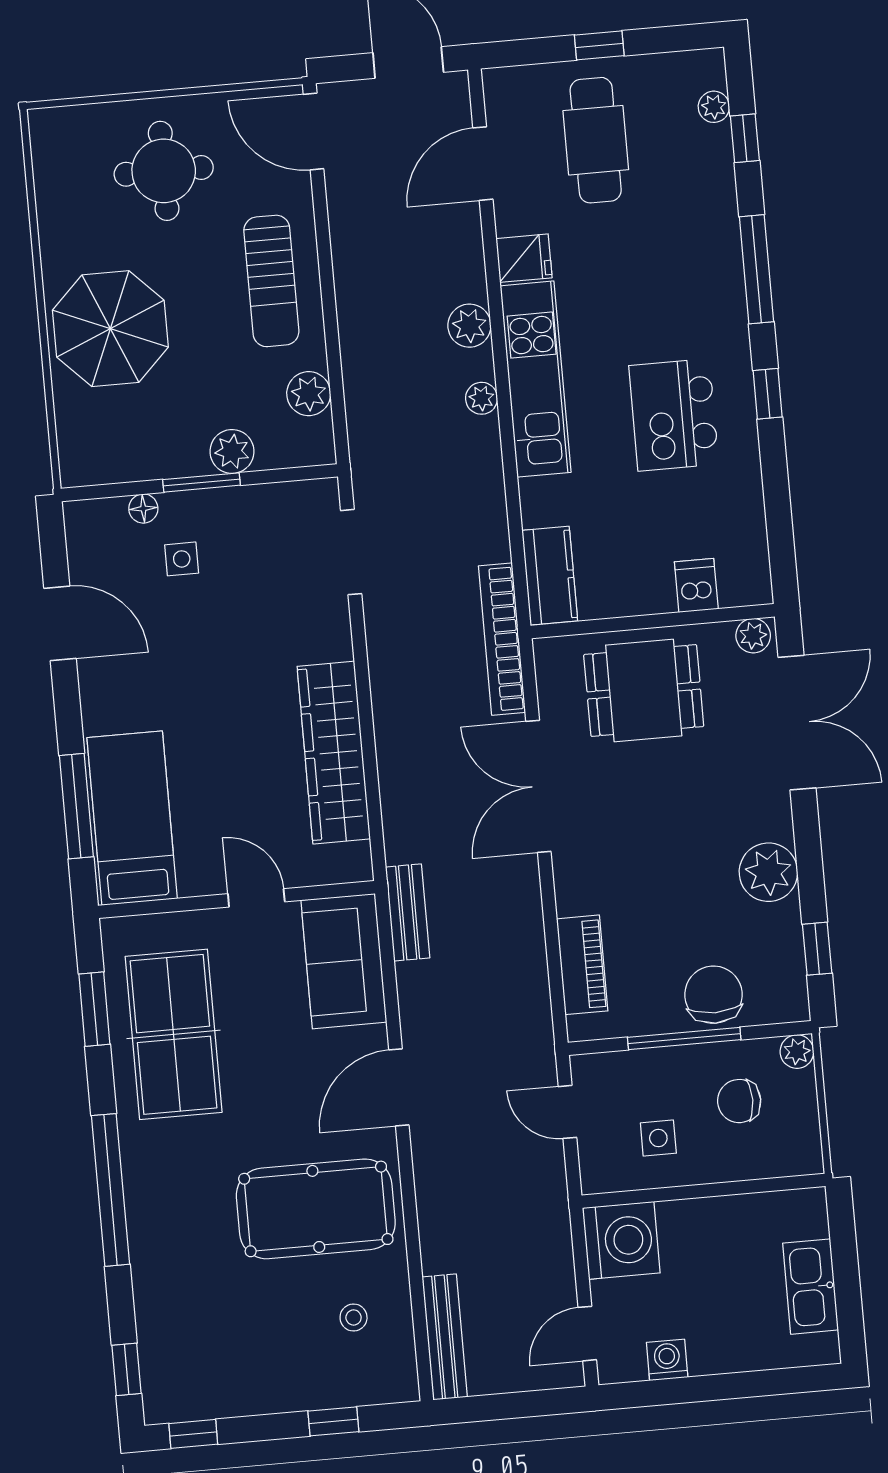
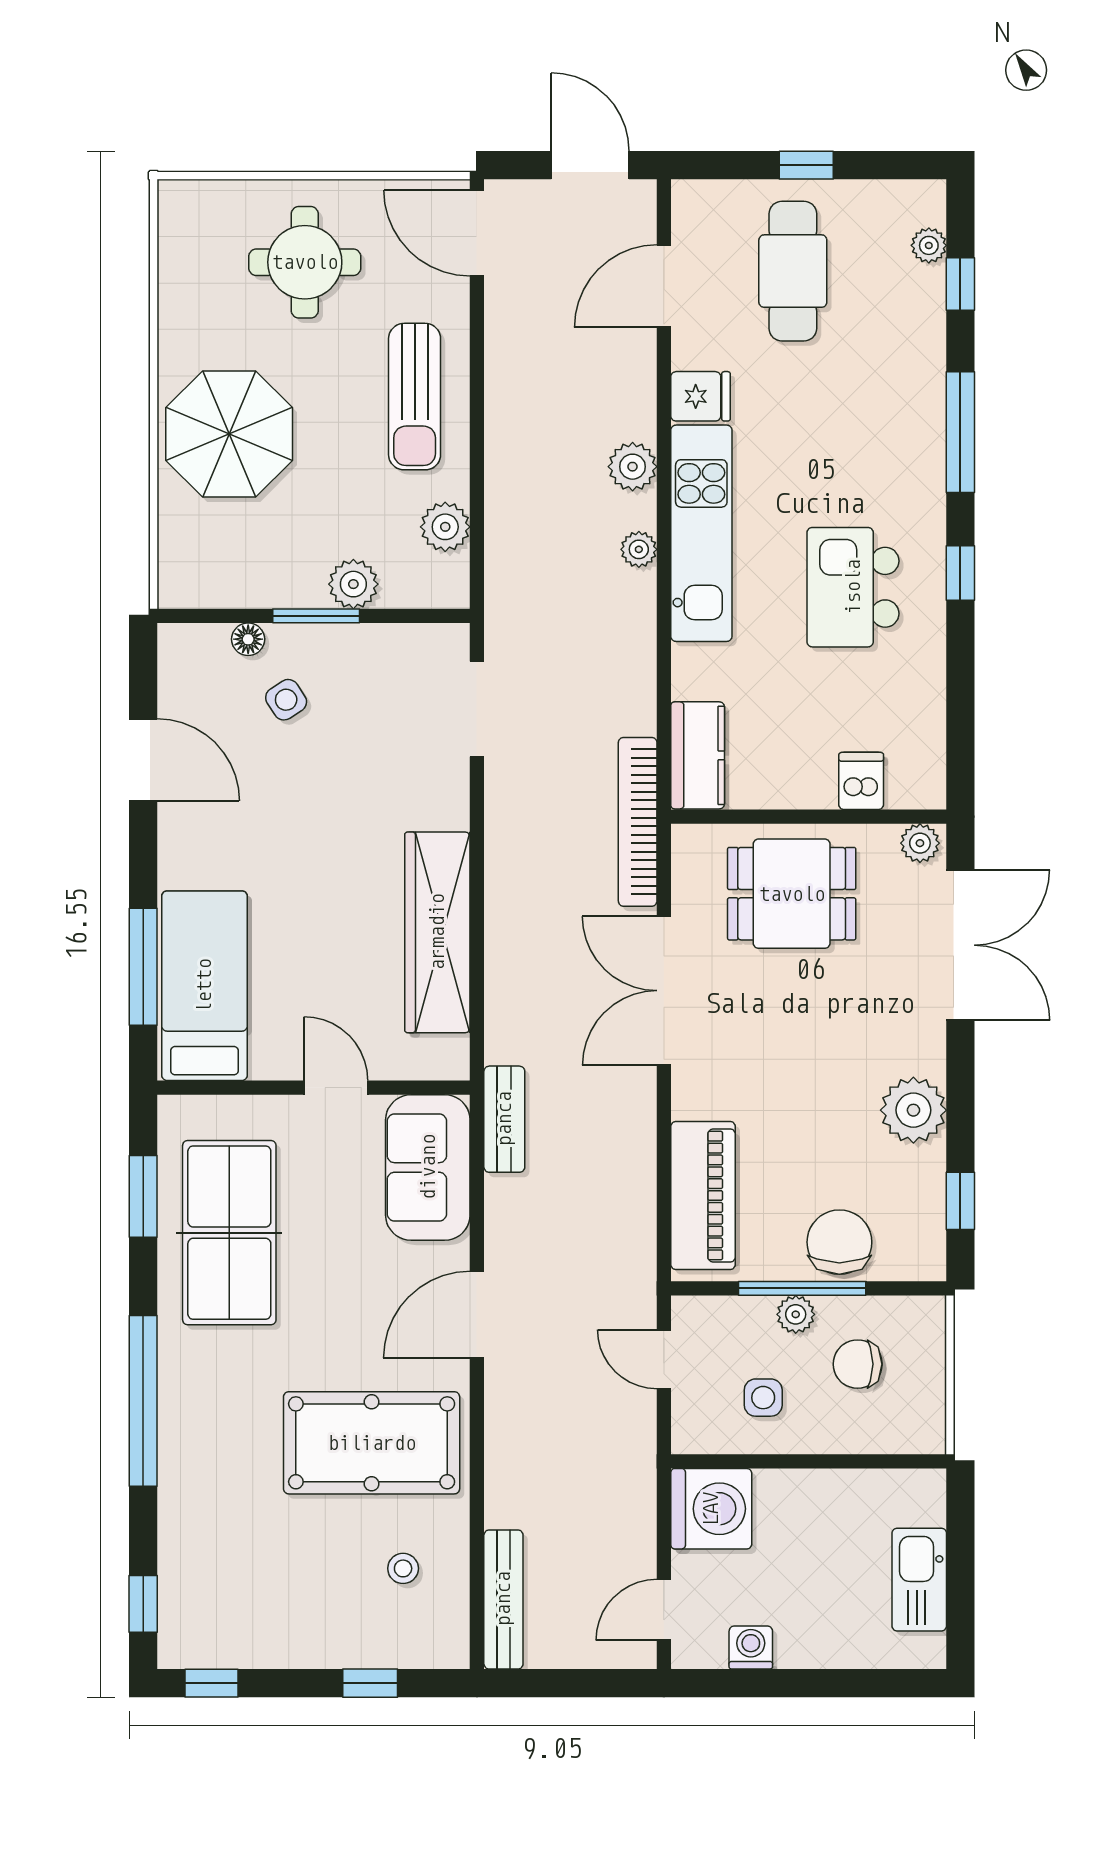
side table: (182, 559) -> (286, 700), turned -33
piano: (582, 965) -> (703, 1196), width x1.37, depth x1.33
plant: (797, 1052) -> (796, 1314), moved

